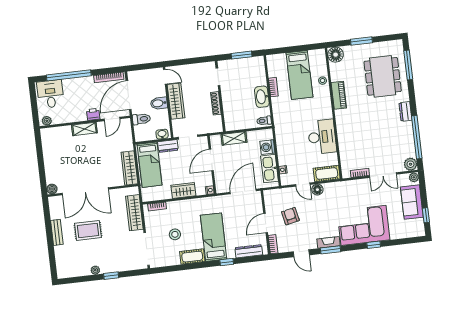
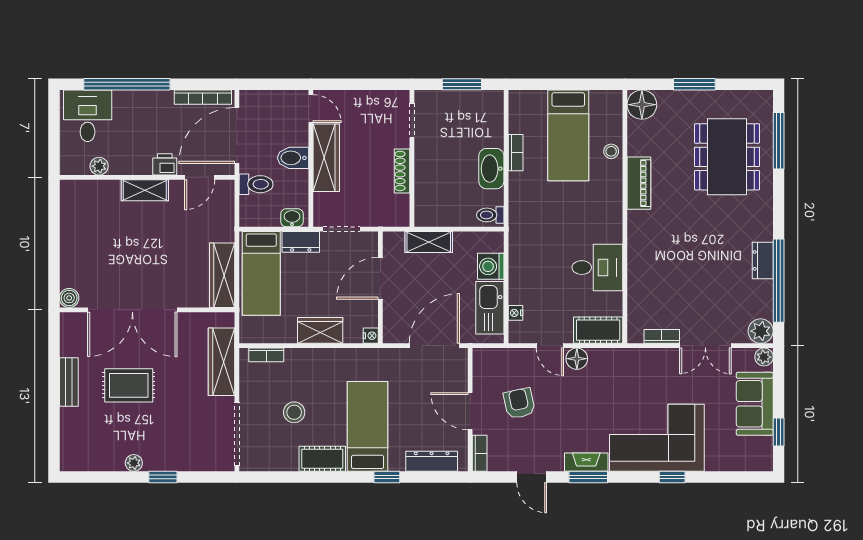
dresser: (405, 111) -> (763, 260), moved
plant: (47, 121) -> (99, 166), moved
desk: (322, 137) -> (597, 268), width x0.73
door: (266, 223) -> (470, 411), hinge flipped

